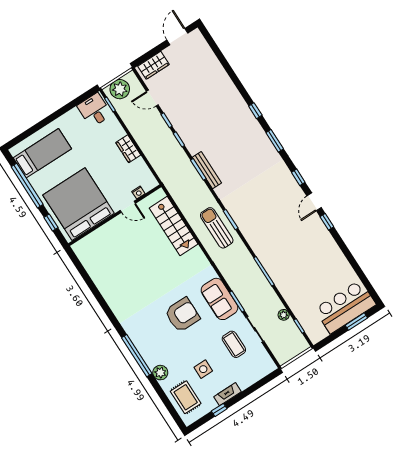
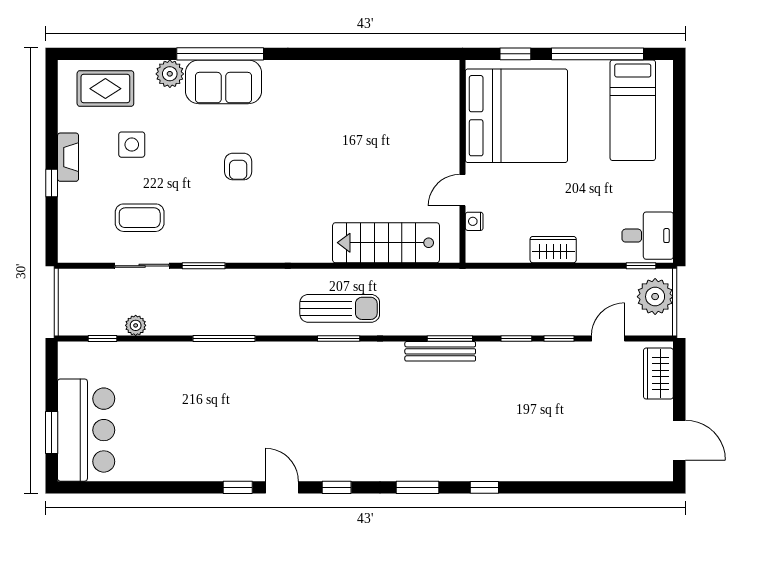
sofa: (219, 299) -> (223, 82), moved, turned 180
armchair: (182, 315) -> (238, 167), width x0.53, depth x0.53
window: (219, 410) -> (52, 183), moved

